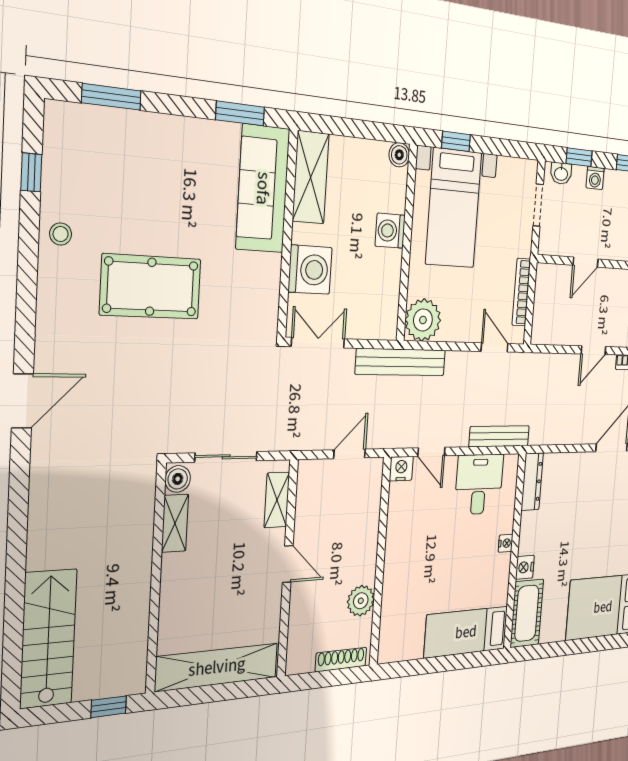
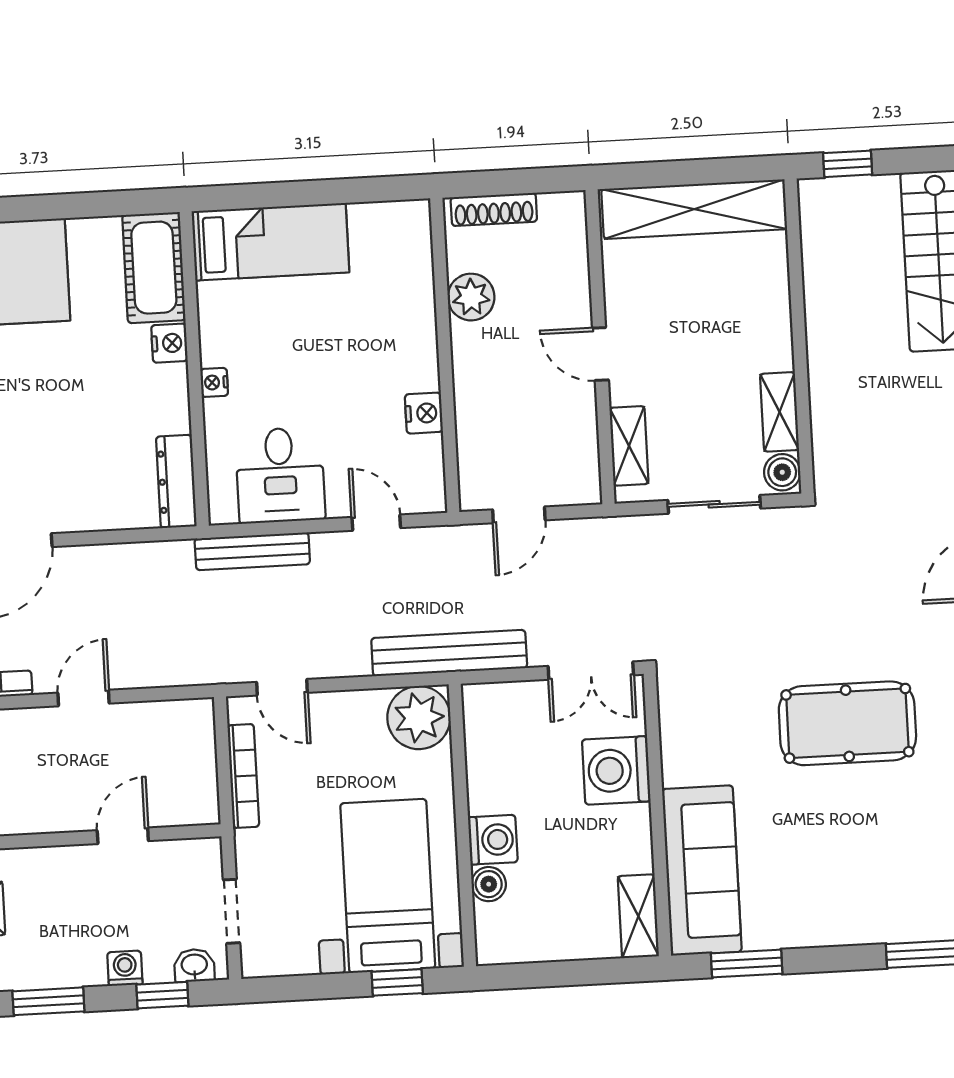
boiler: (399, 155) -> (489, 884), moved
shelving: (311, 177) -> (638, 916), width x0.67, depth x0.75
nightstand: (401, 469) -> (424, 413), moved, turned -90

